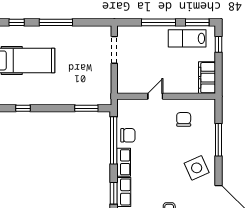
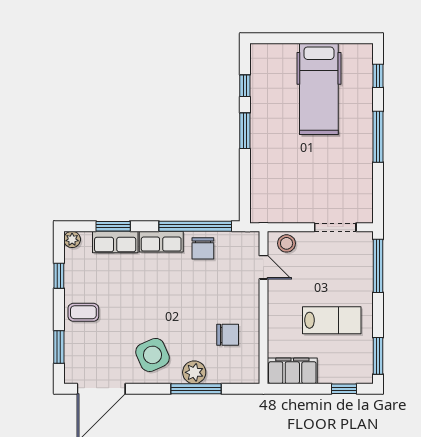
window: (158, 22) -> (378, 266), moved
lab bench: (187, 38) -> (332, 320), moved, turned 90
stool: (125, 81) -> (287, 243), added
door: (155, 96) -> (263, 267), moved
window: (86, 108) -> (245, 131), moved
plant: (208, 141) -> (194, 372), added

